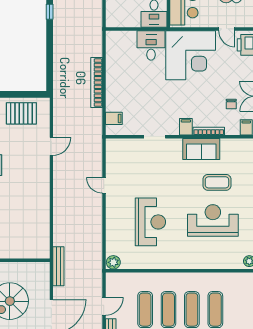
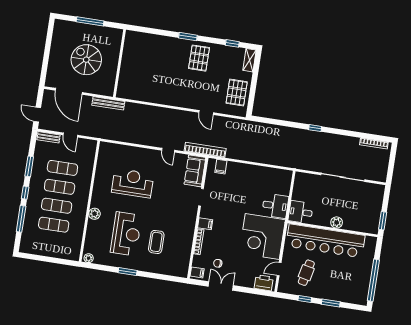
bookcase: (97, 83) -> (205, 150), moved
sofa: (201, 149) -> (195, 171), moved
door: (104, 185) -> (168, 150), swing flipped
reception desk: (150, 222) -> (133, 183), turned 180
plant: (113, 262) -> (94, 214), moved

